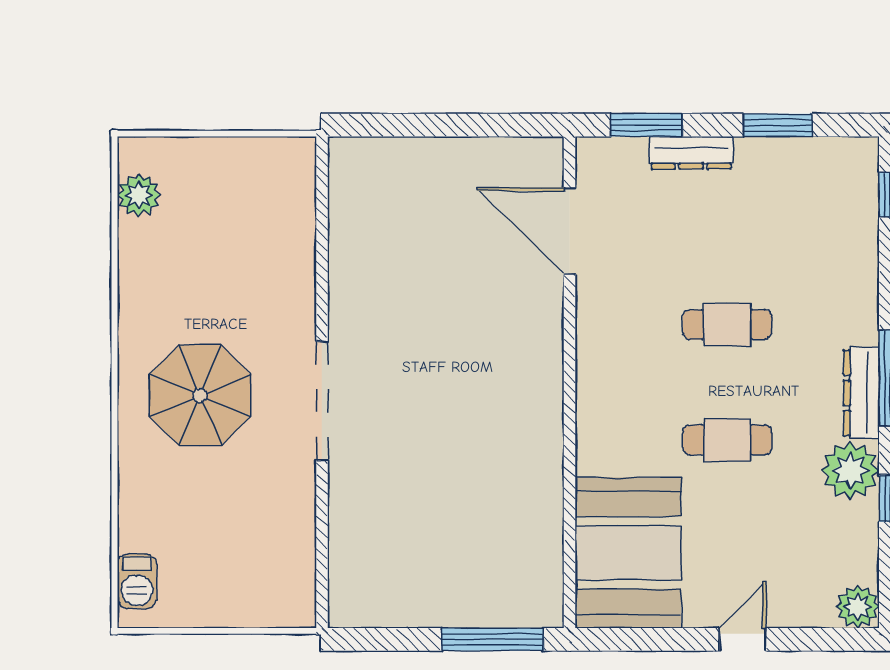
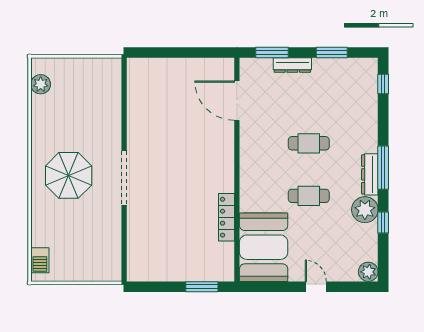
locker: (547, 487) -> (226, 217), added
window: (493, 639) -> (202, 287), width x0.69
door: (742, 639) -> (316, 287), hinge flipped

